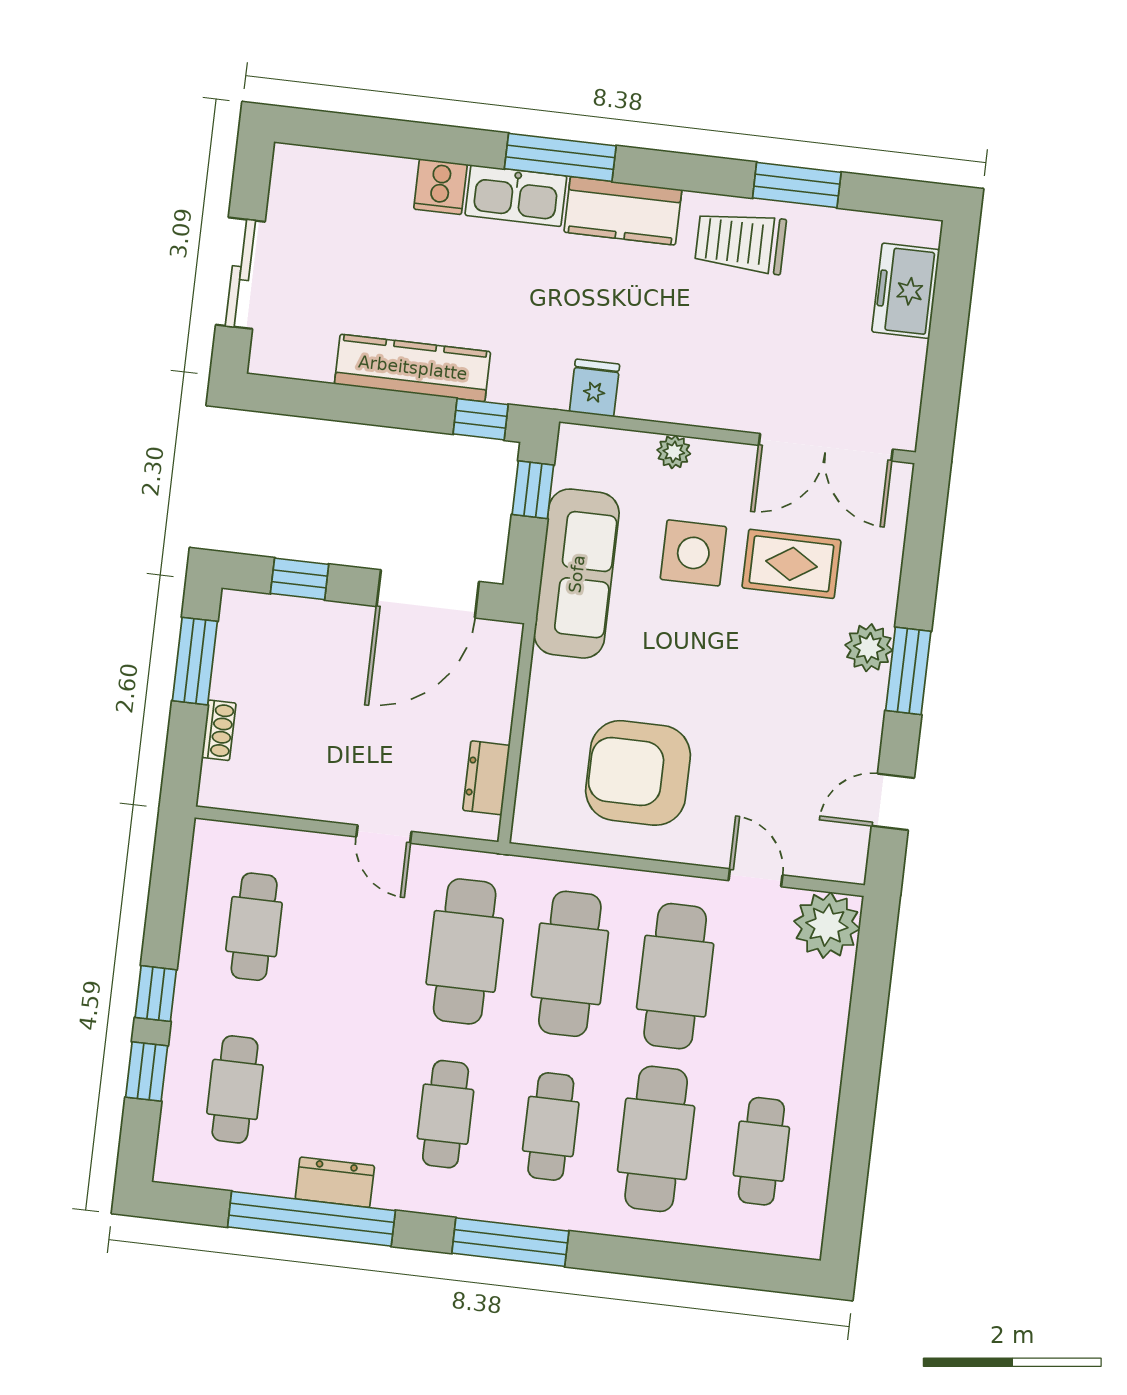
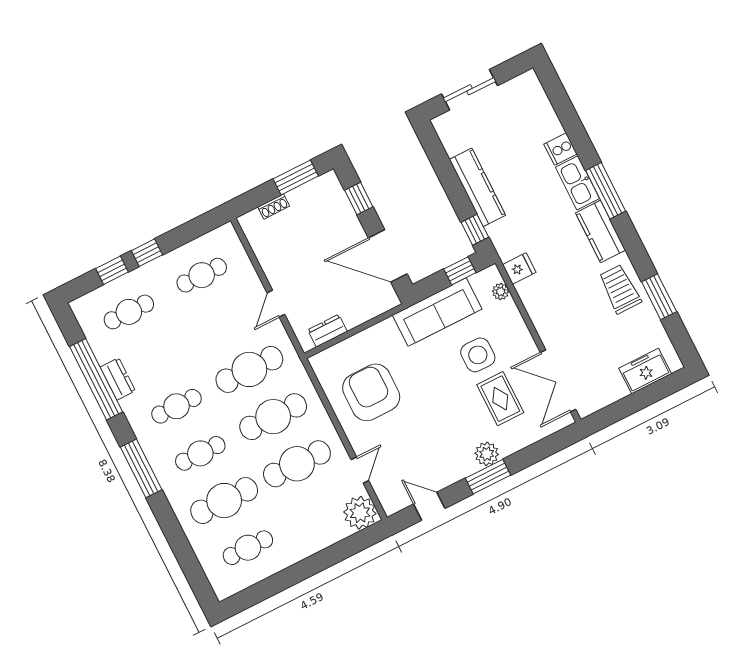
plant: (674, 452) -> (501, 291), moved

